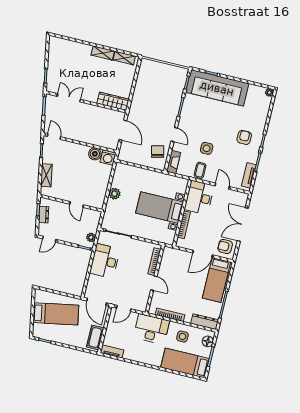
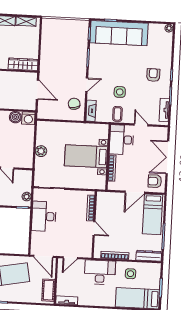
door: (174, 135) -> (87, 85), hinge flipped
floor lamp: (208, 341) -> (155, 274), removed

